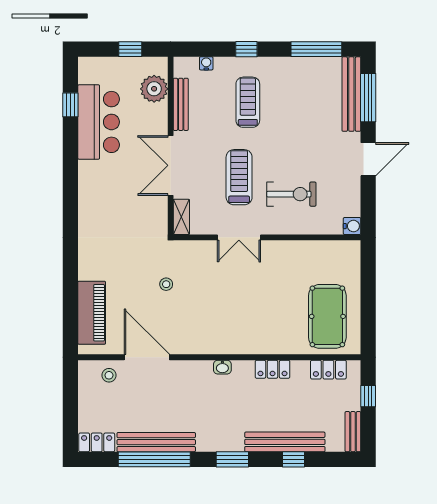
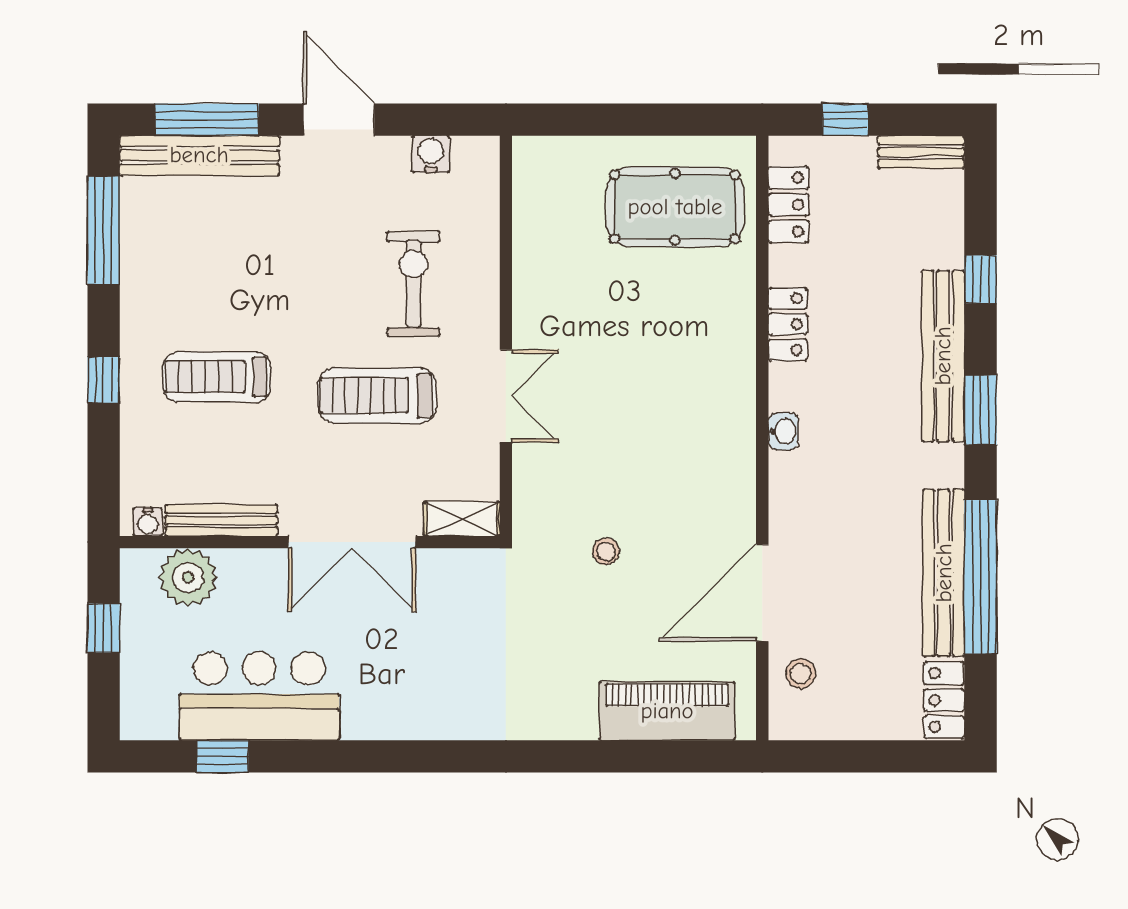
water cooler: (206, 63) -> (148, 522), moved, turned -90
water cooler: (352, 226) -> (431, 154), moved
bench: (285, 442) -> (943, 356), moved

